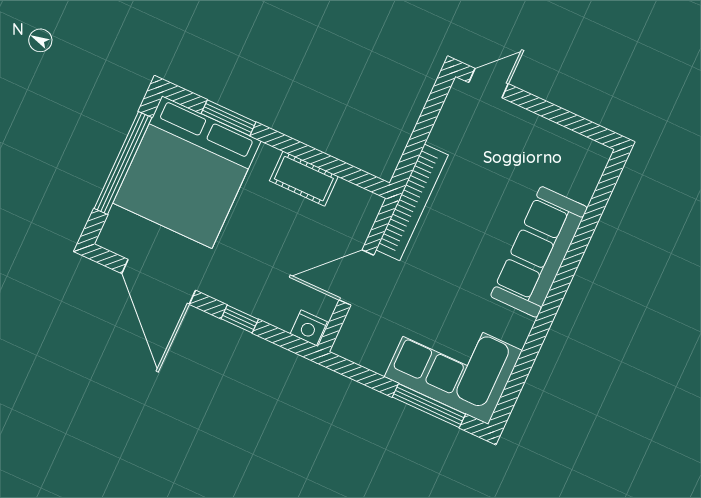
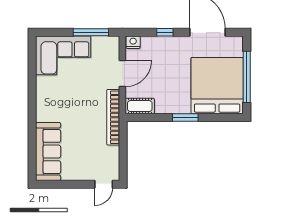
window: (229, 118) -> (185, 118), moved
cot: (304, 179) -> (140, 106), moved
sofa: (539, 252) -> (48, 152), moved
window: (429, 406) -> (91, 32), moved

